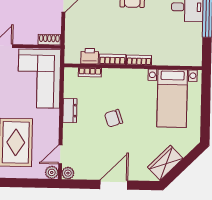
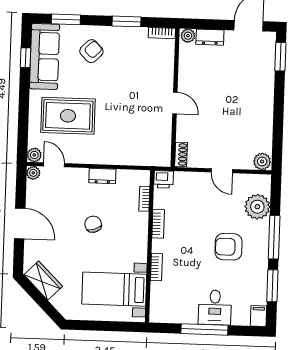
printer: (90, 56) -> (164, 179), moved, turned 90
bookcase: (139, 60) -> (156, 267), moved
corner sofa: (39, 79) -> (138, 143), removed

